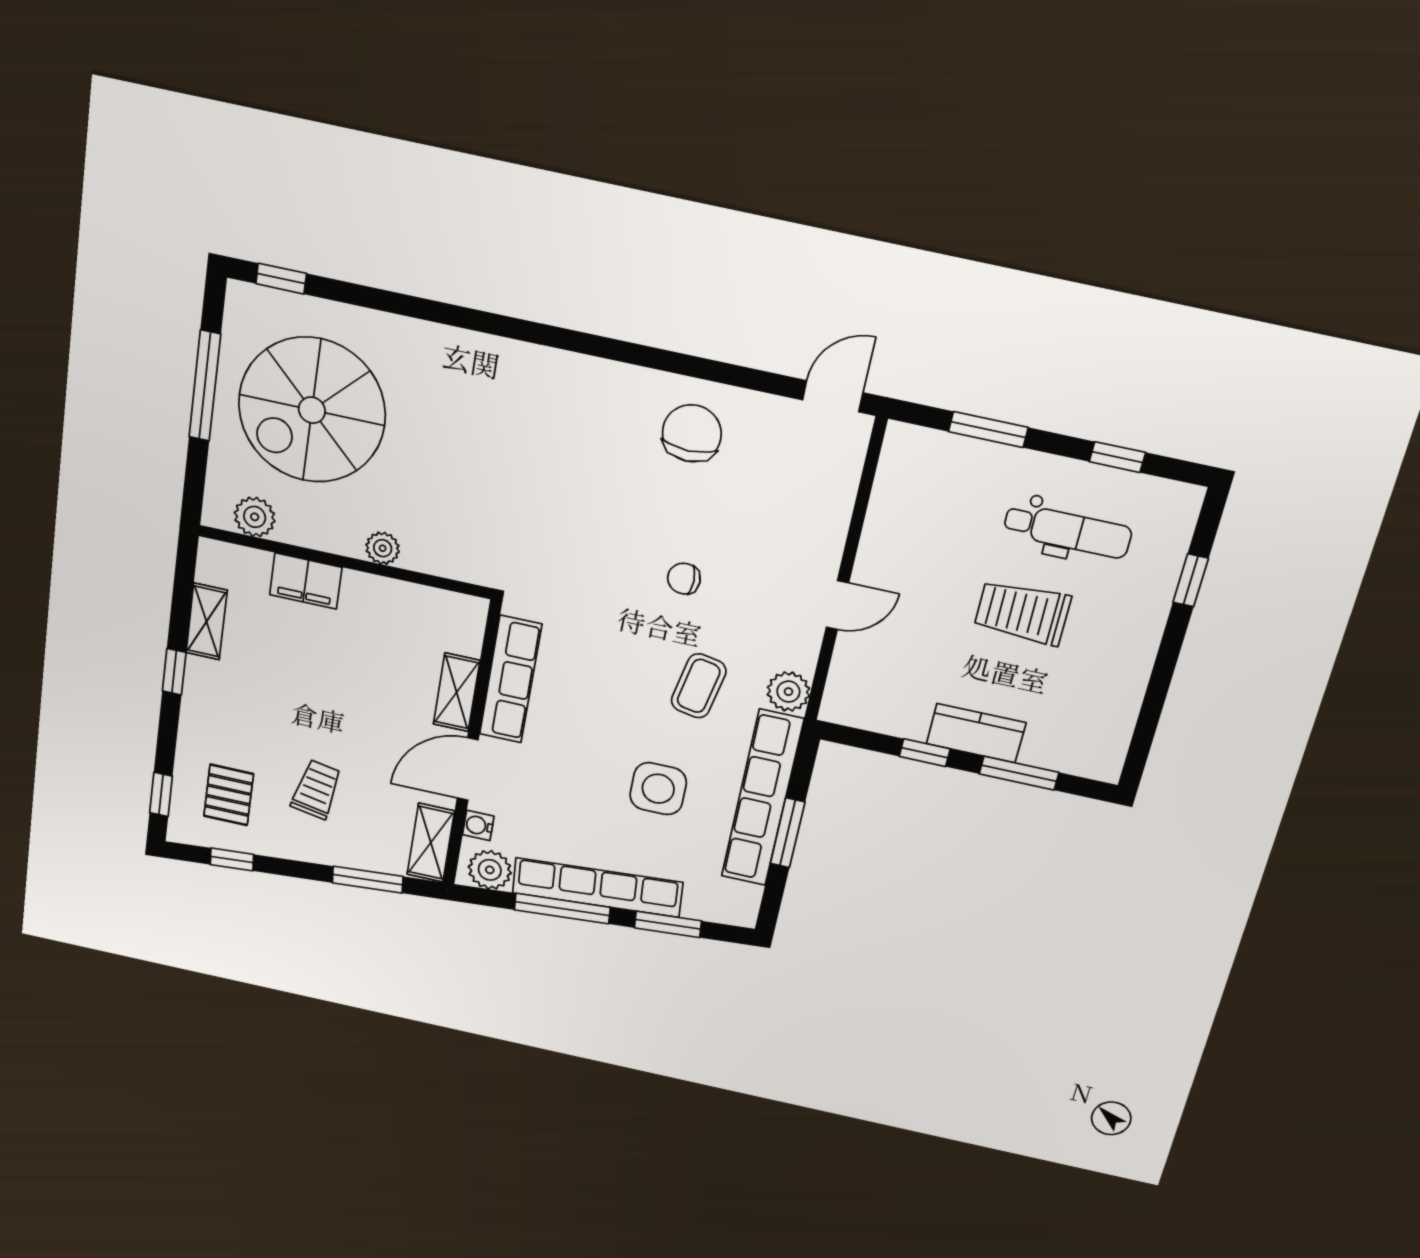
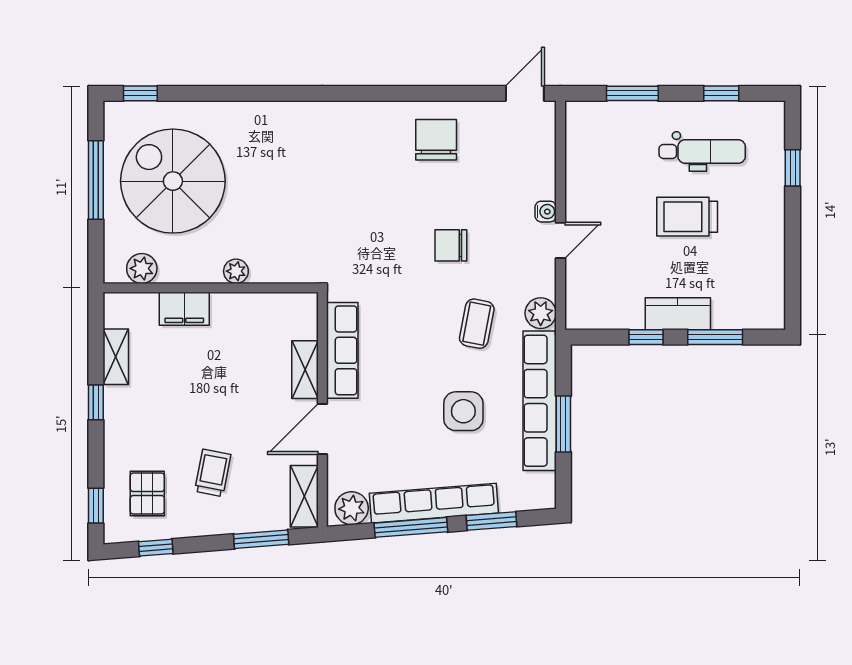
spiral stairs: (312, 410) -> (173, 181), turned 90
chair: (684, 579) -> (451, 245), width x1.37, depth x1.37
water cooler: (478, 825) -> (546, 212), moved, turned 180

